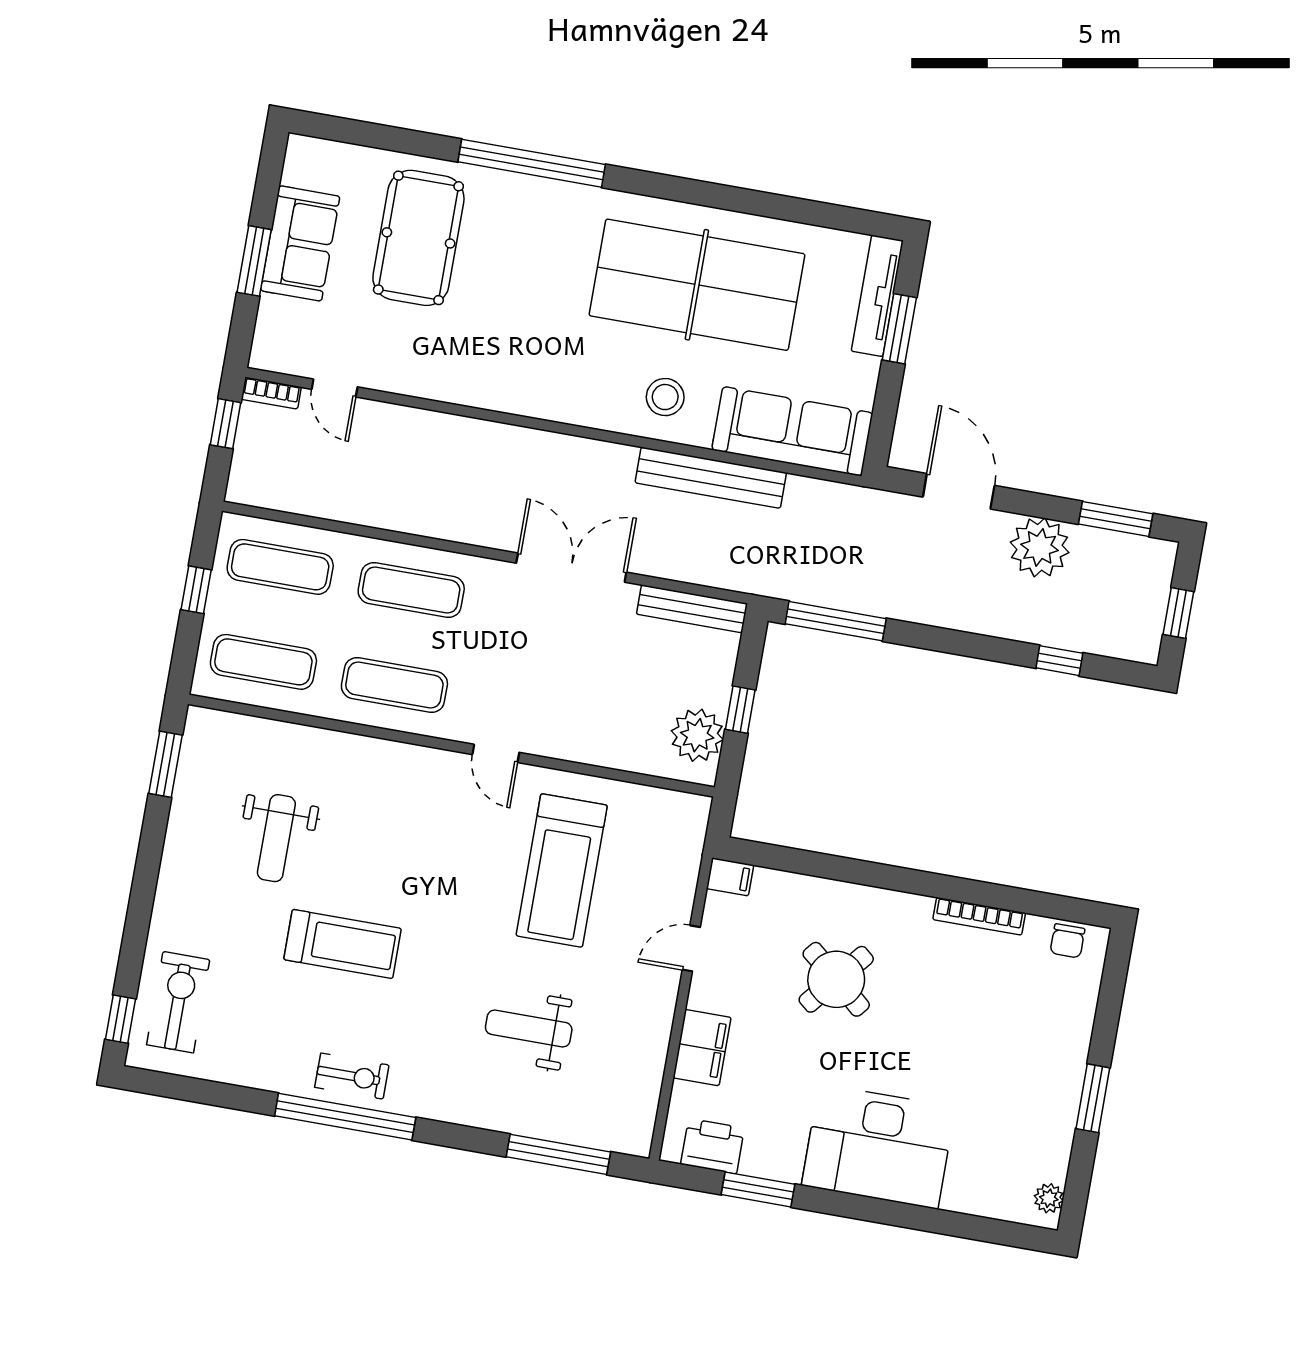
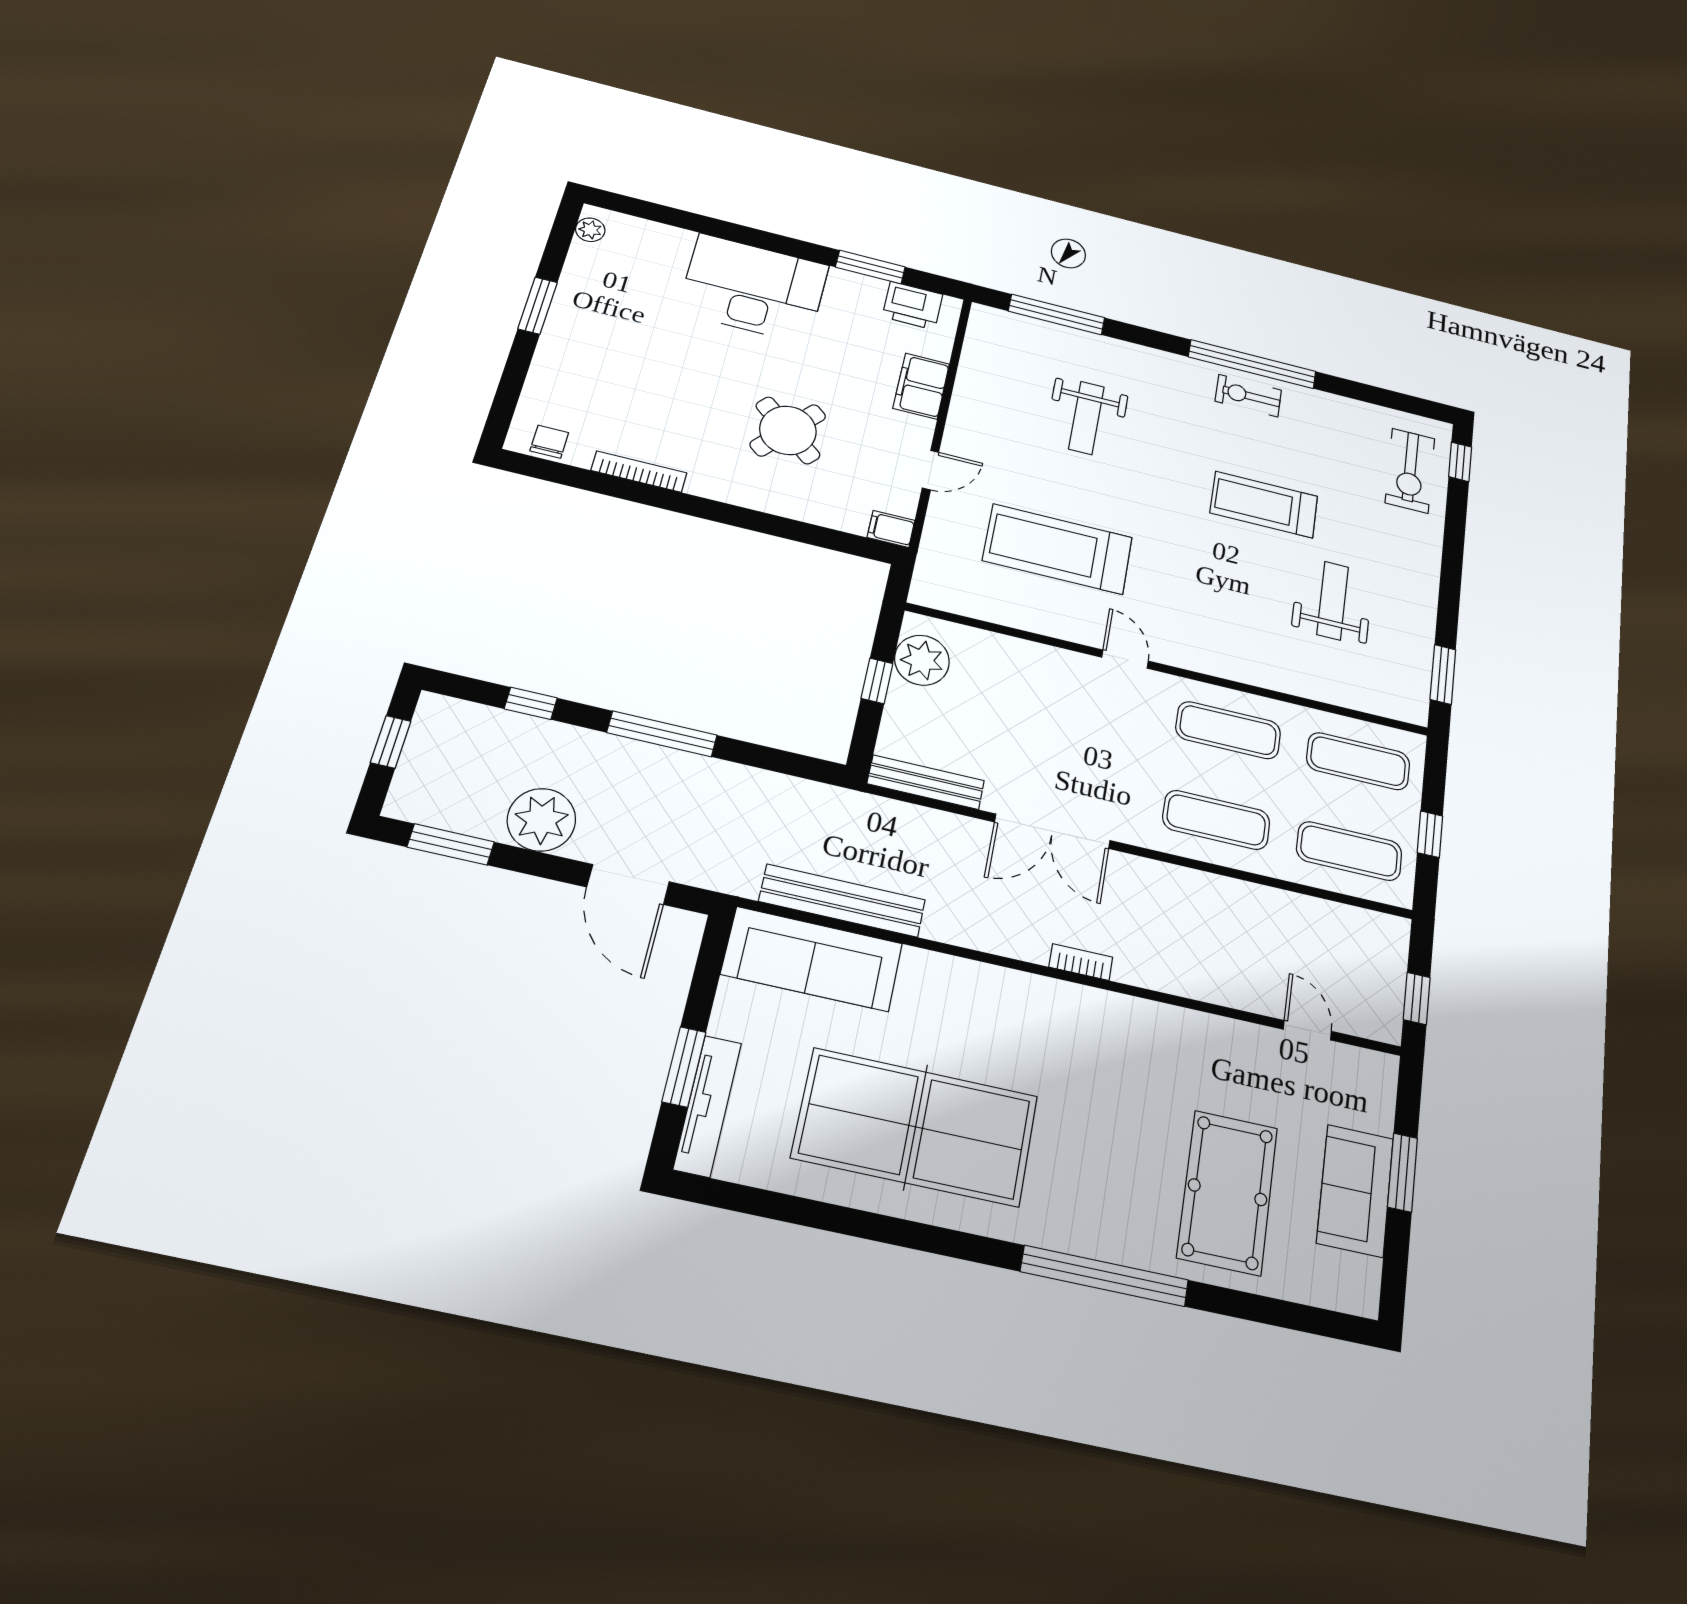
bookcase: (271, 393) -> (1081, 962), moved
stool: (665, 397) -> (953, 1003), removed
bench: (711, 478) -> (842, 901), moved
window: (836, 621) -> (662, 734), moved
treadmill: (562, 870) -> (1058, 549), turned -90
weight bench: (529, 1029) -> (1086, 418), turned 90

